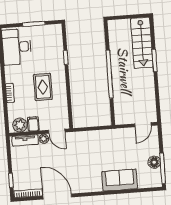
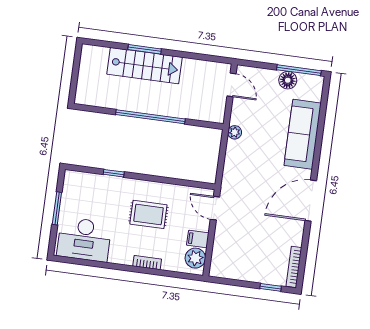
stairs: (142, 43) -> (145, 66), moved
door: (57, 131) -> (215, 208), swing flipped
plant: (44, 139) -> (235, 132), moved
tv unit: (25, 140) -> (218, 255), removed
sofa: (120, 180) -> (303, 134), width x1.36
door: (57, 197) -> (311, 201), moved

